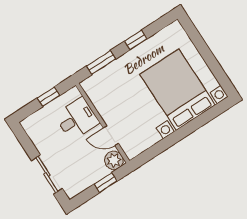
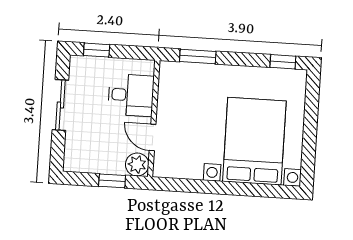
window: (136, 40) -> (283, 62), moved
window: (49, 97) -> (97, 50), moved
sliding door: (47, 175) -> (60, 105), moved

